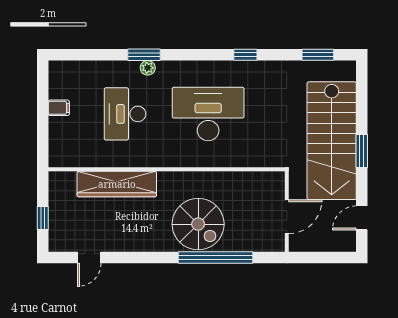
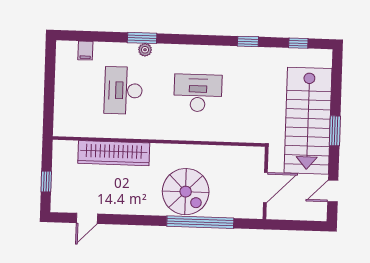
window: (245, 55) -> (248, 41), moved
window: (318, 55) -> (298, 43), width x0.67
filing cabinet: (59, 108) -> (85, 51), moved, turned 90
desk: (208, 114) -> (198, 93), width x0.73, depth x0.77

